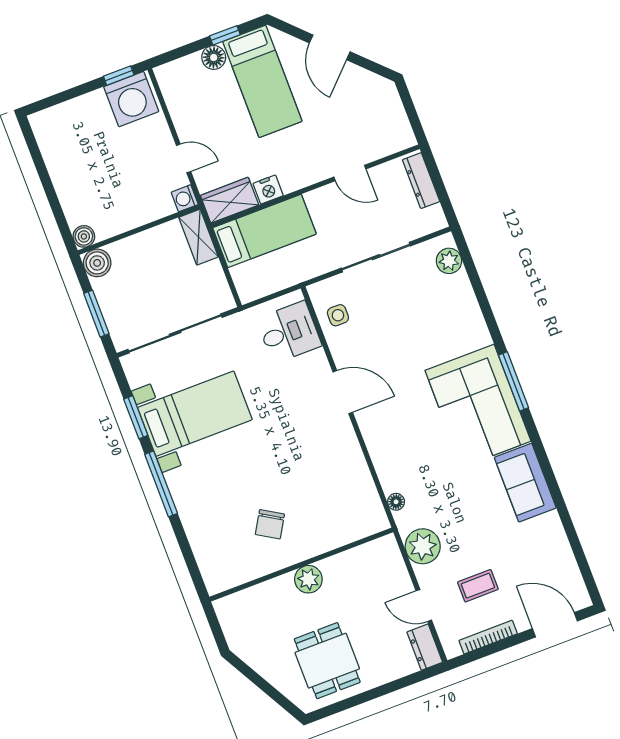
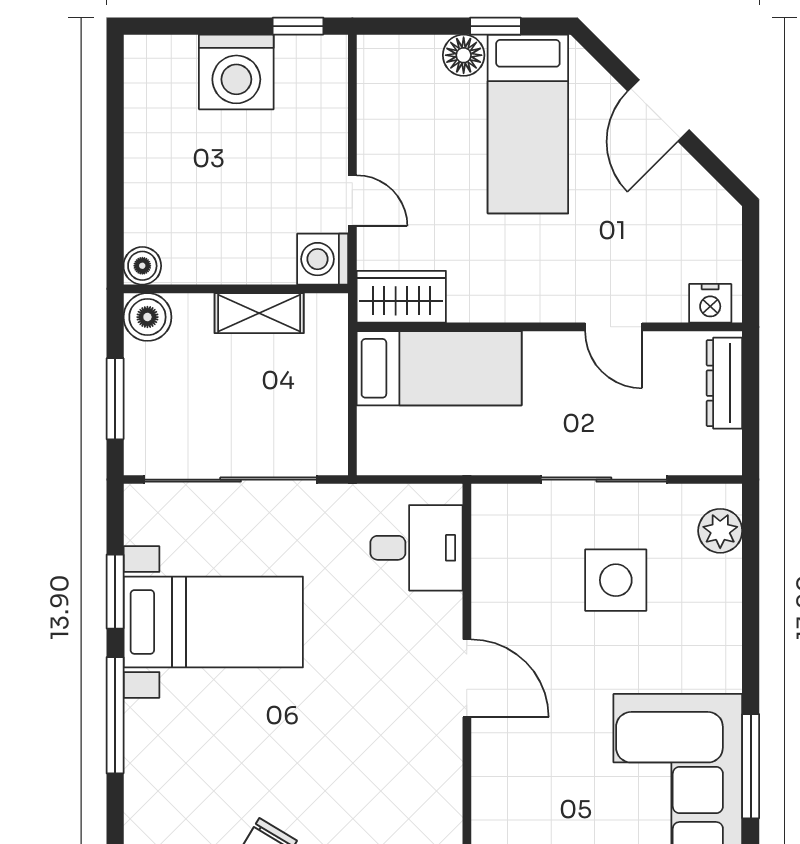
washing machine: (131, 99) -> (236, 72), moved
nightstand: (268, 190) -> (710, 303), moved
washing machine: (185, 198) -> (323, 259), width x1.38, depth x1.38
shelving: (198, 237) -> (259, 313), moved, turned 90
side table: (338, 315) -> (616, 580), moved, width x1.87, depth x1.87

